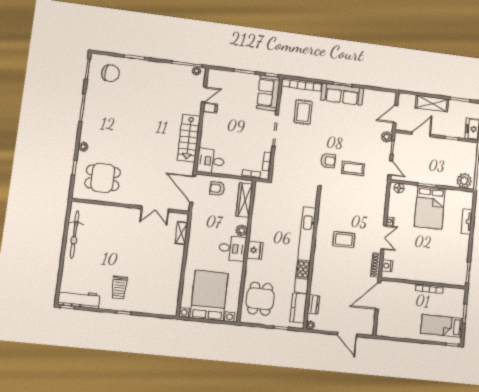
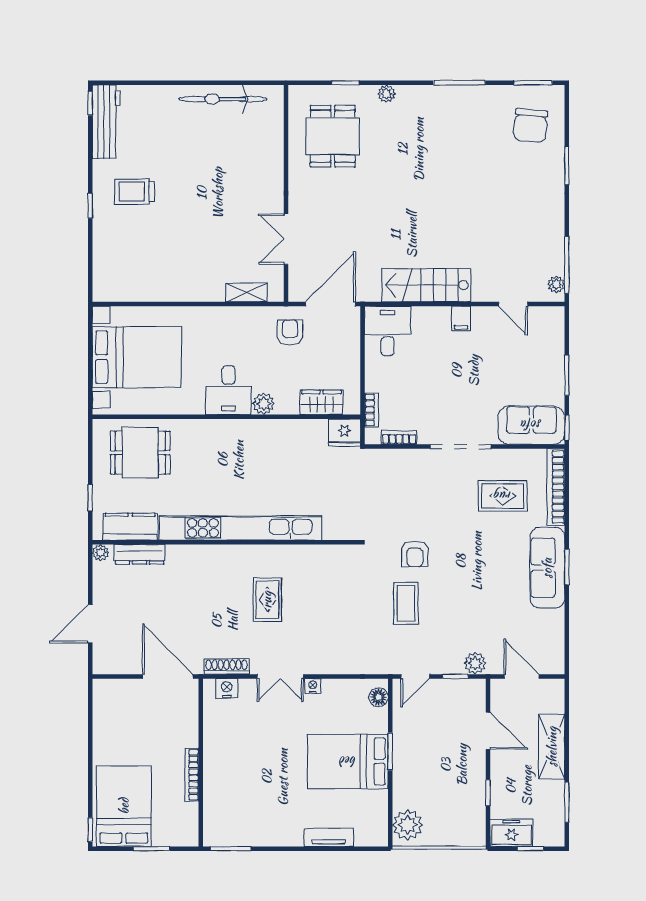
filing cabinet: (210, 108) -> (461, 319), moved
armchair: (217, 188) -> (290, 332), moved
wardrobe: (244, 200) -> (321, 402), width x0.67
fridge: (255, 250) -> (344, 433), moved
dresser: (314, 304) -> (140, 554), width x1.44
bed: (442, 326) -> (124, 806), width x1.50

